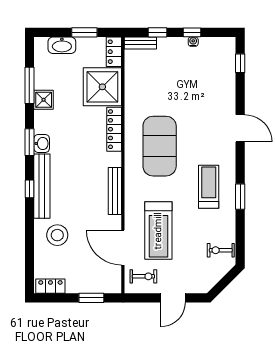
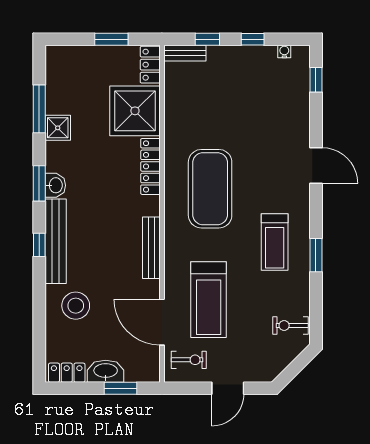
water cooler: (193, 42) -> (284, 51), moved
washbasin: (62, 45) -> (106, 371), moved, turned 180
treadmill: (209, 187) -> (275, 242), turned 180

